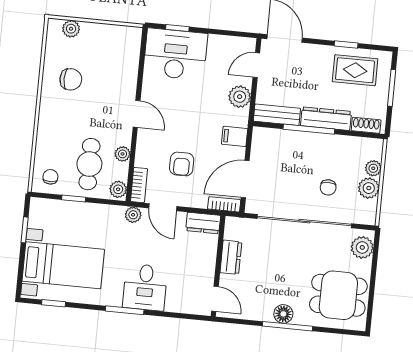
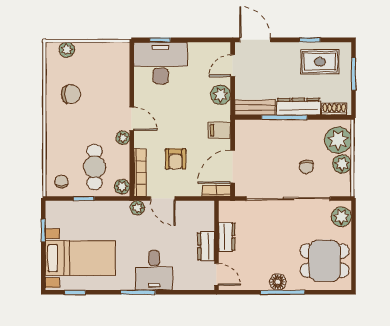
plant: (123, 154) -> (123, 138), moved
plant: (373, 168) -> (338, 140), width x1.88, depth x1.88
bookcase: (139, 185) -> (140, 173), width x1.56
dresser: (203, 223) -> (206, 246), moved, turned 90

